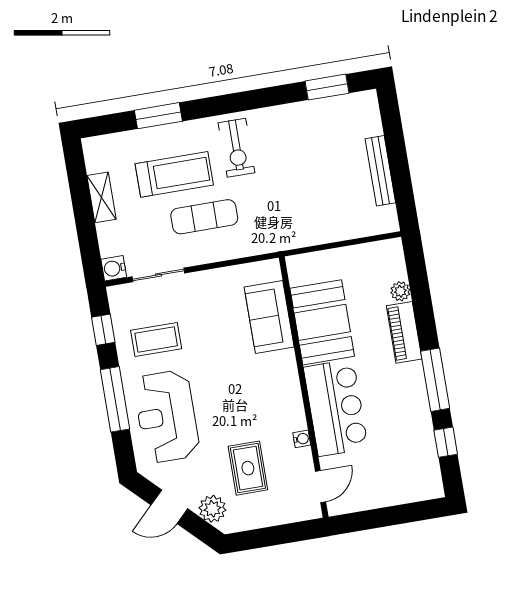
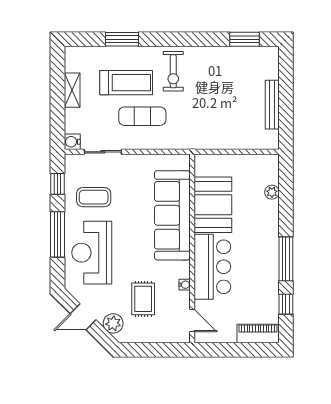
sofa: (269, 317) -> (172, 215), width x1.85, depth x1.27
piano: (404, 332) -> (258, 334), moved, turned 90
door: (320, 486) -> (192, 321), hinge flipped

